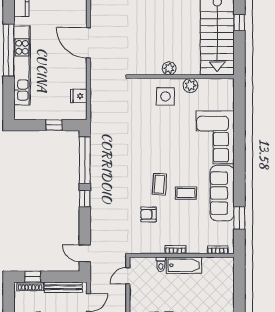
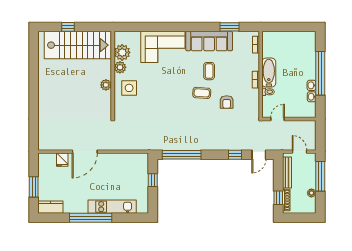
kitchen unit: (22, 65) -> (112, 207), width x0.73
plant: (208, 88) -> (122, 52), added
fridge: (79, 96) -> (62, 160), moved
window: (85, 199) -> (235, 155), moved
door: (128, 276) -> (277, 119), swing flipped

